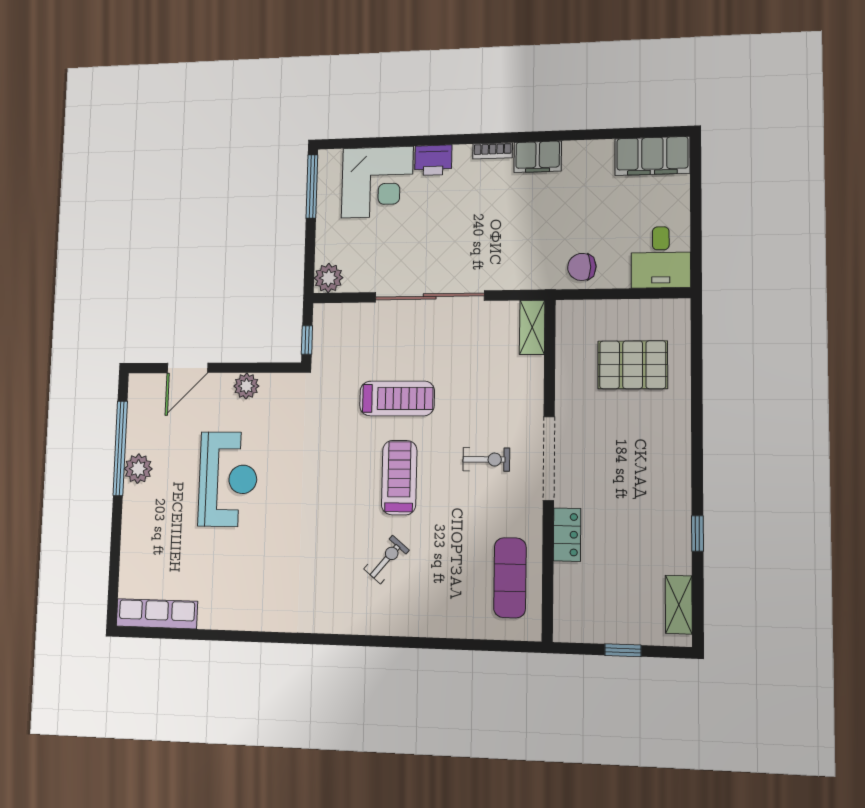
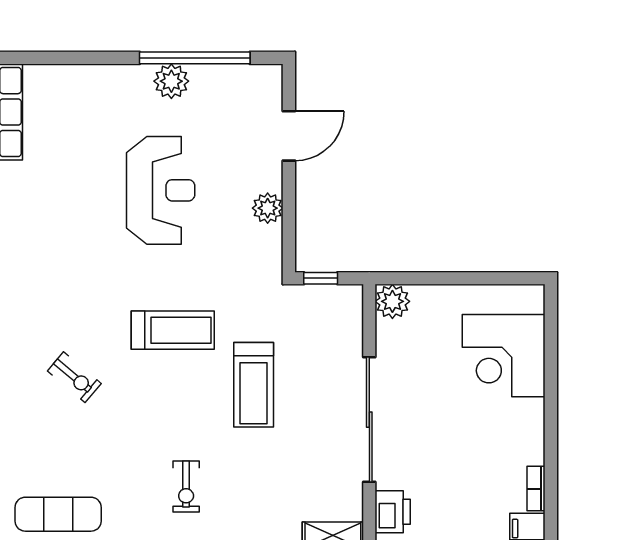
printer: (433, 160) -> (393, 512), moved, turned 180
window: (312, 186) -> (501, 278), removed
door: (187, 368) -> (289, 136), swing flipped
treadmill: (399, 477) -> (173, 330), moved
reception desk: (228, 479) -> (161, 190), turned -90

